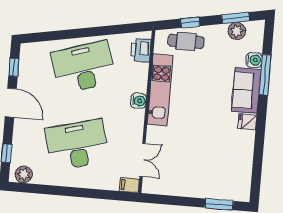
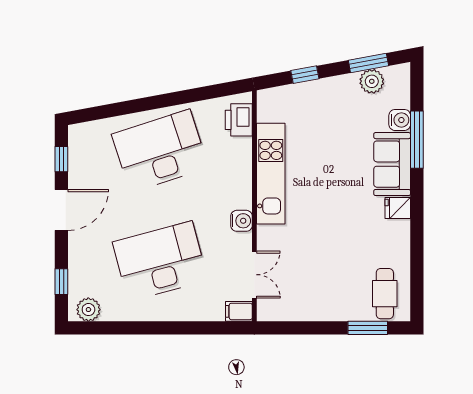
cafe table: (186, 41) -> (385, 294), moved, turned 90
water cooler: (138, 101) -> (241, 221), moved
door: (11, 103) -> (61, 210), hinge flipped

